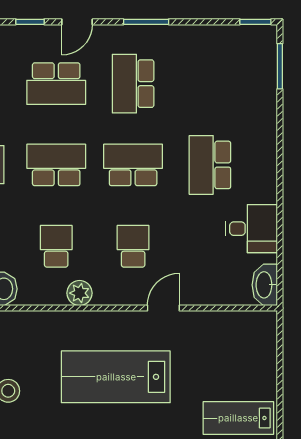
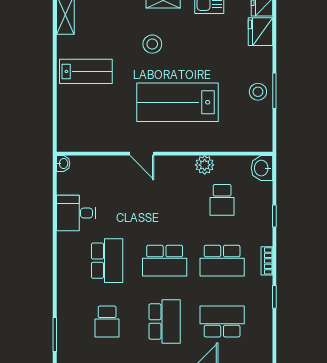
school desk: (133, 246) -> (107, 321), moved
washbasin: (265, 285) -> (63, 164), width x0.52, depth x0.69
door: (163, 308) -> (142, 154), hinge flipped
lab bench: (116, 377) -> (178, 102), turned 180

